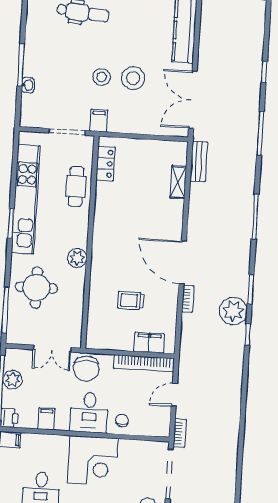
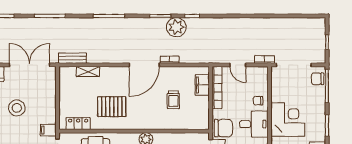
stool: (102, 77) -> (17, 130), removed
double door: (193, 100) -> (30, 65), swing flipped
pallet: (126, 213) -> (112, 107), added

